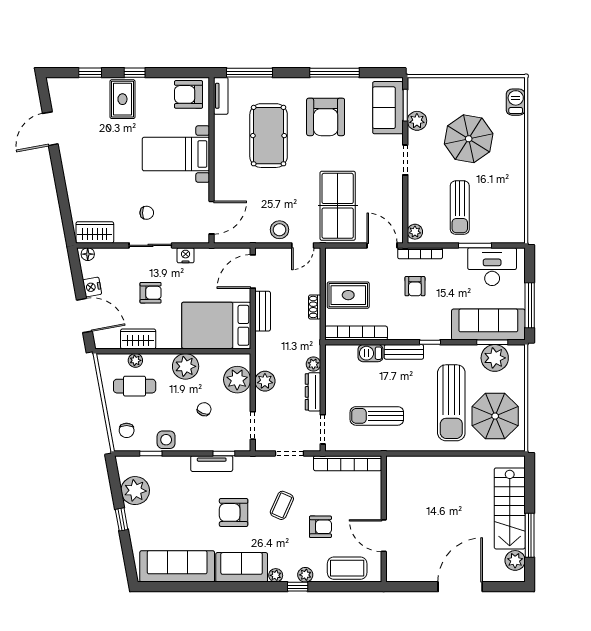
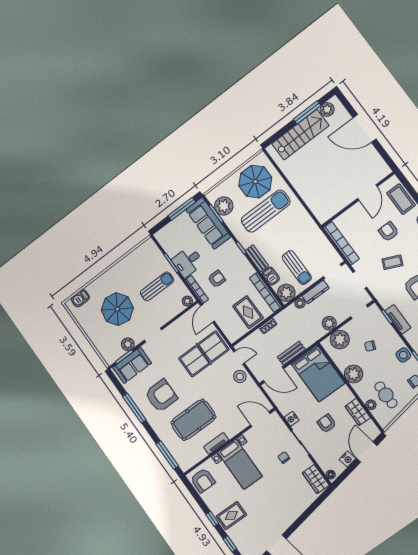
tv unit: (221, 96) -> (216, 443), moved
desk: (492, 267) -> (188, 262), moved, width x0.73
plant: (337, 357) -> (286, 293), added
sun lounger: (377, 416) -> (297, 268), moved

